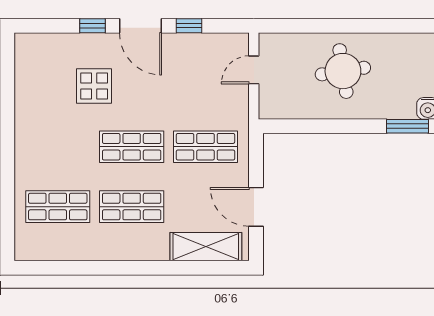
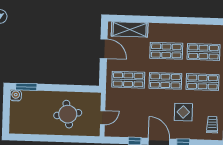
trolley: (36, 63) -> (212, 125), added
round table: (343, 71) -> (68, 114), moved
shop shelf: (58, 147) -> (203, 82), added

